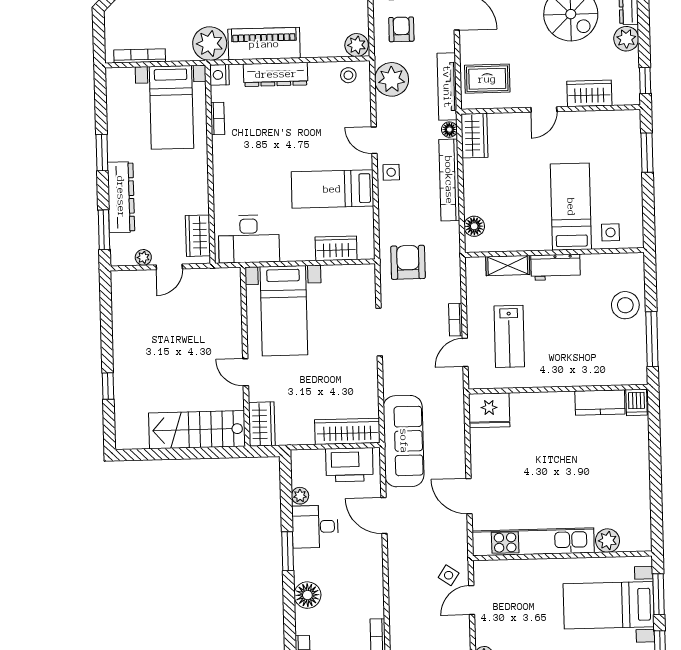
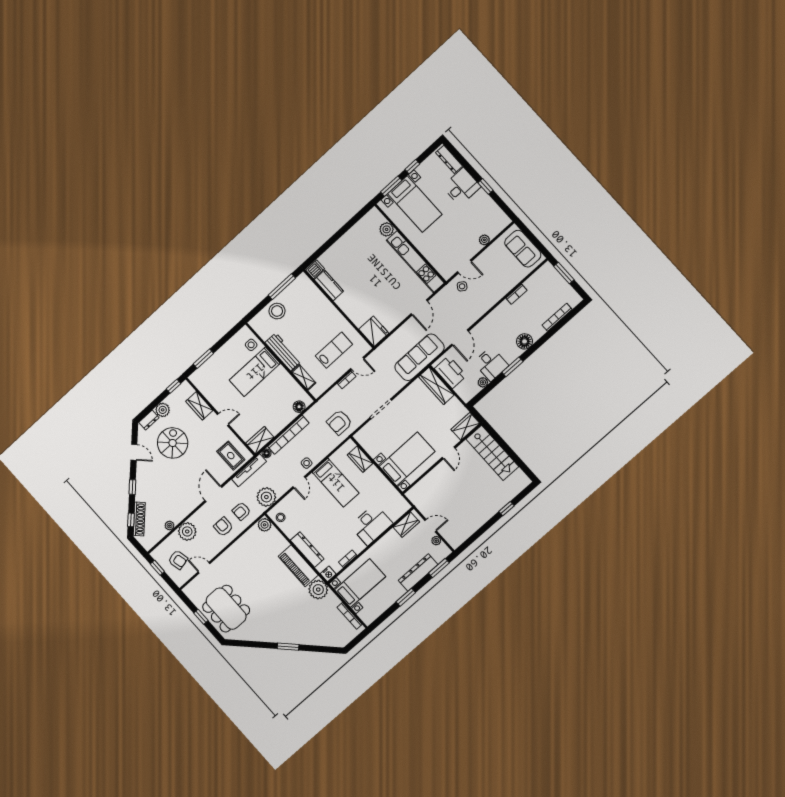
desk: (249, 239) -> (371, 525), moved, turned 90
workbench: (556, 267) -> (283, 352), width x1.38

